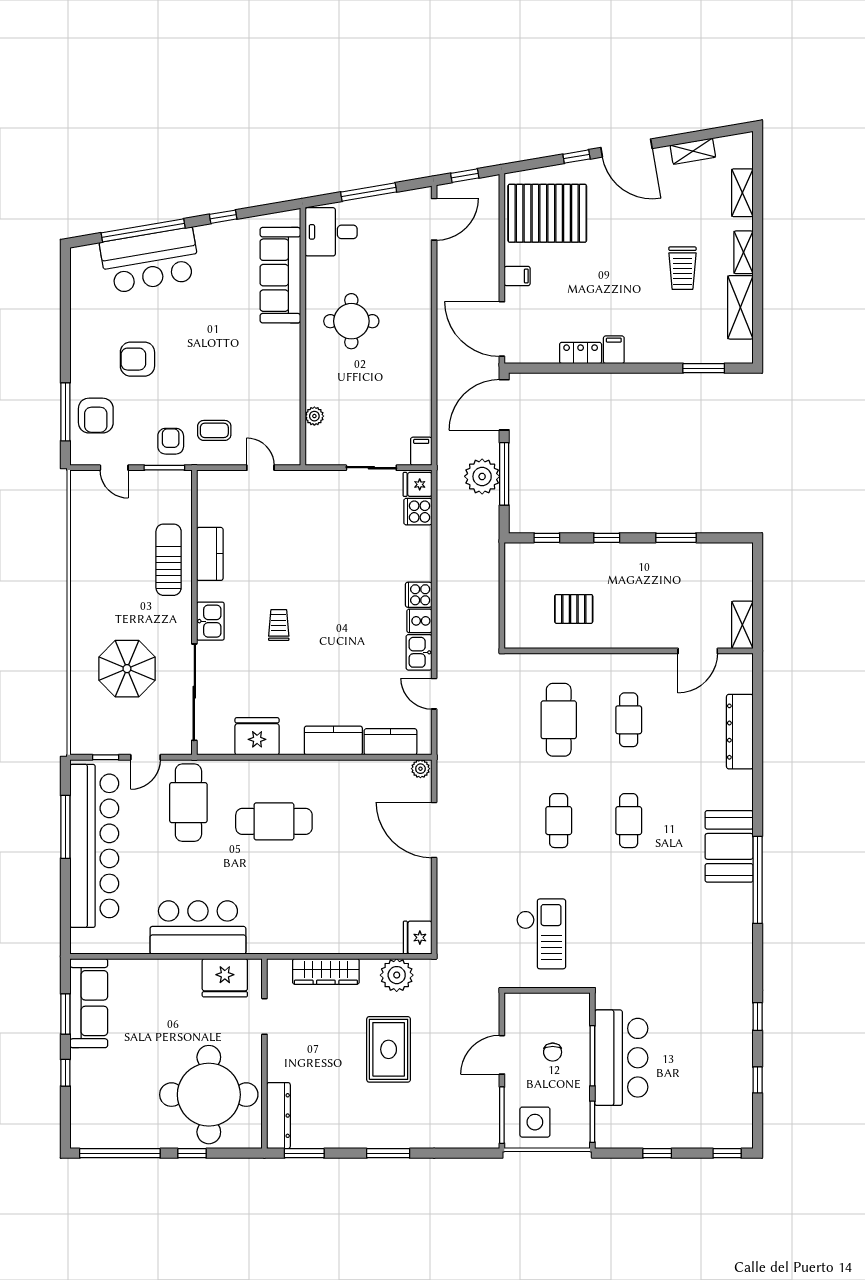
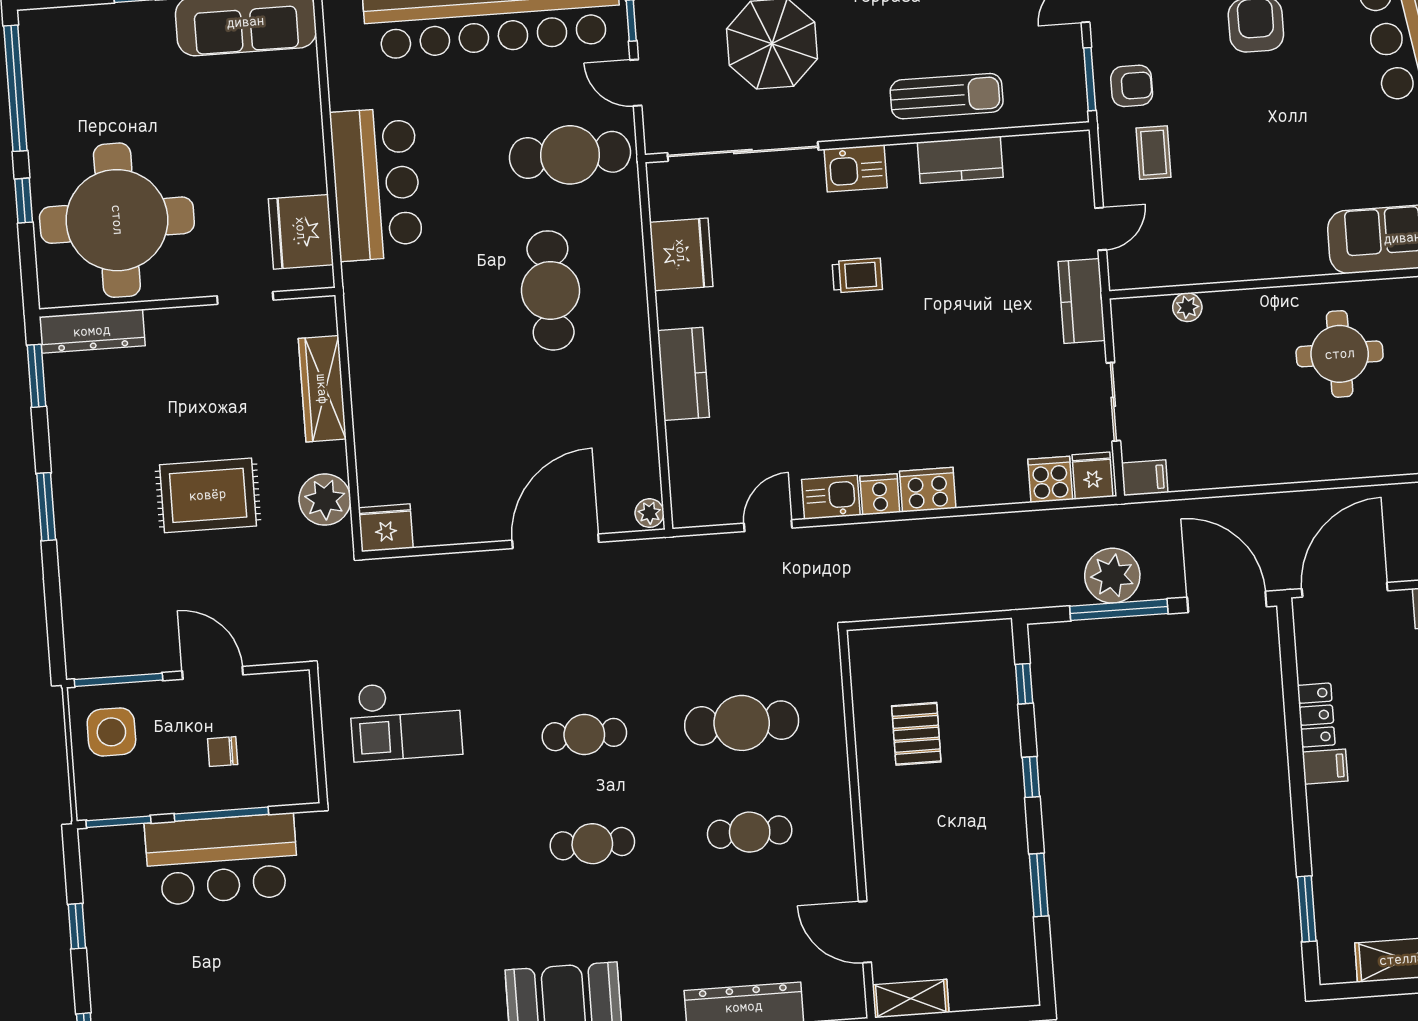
cooker: (419, 595) -> (928, 490), width x1.36
kitchen counter: (390, 742) -> (1082, 301), moved, turned 180

